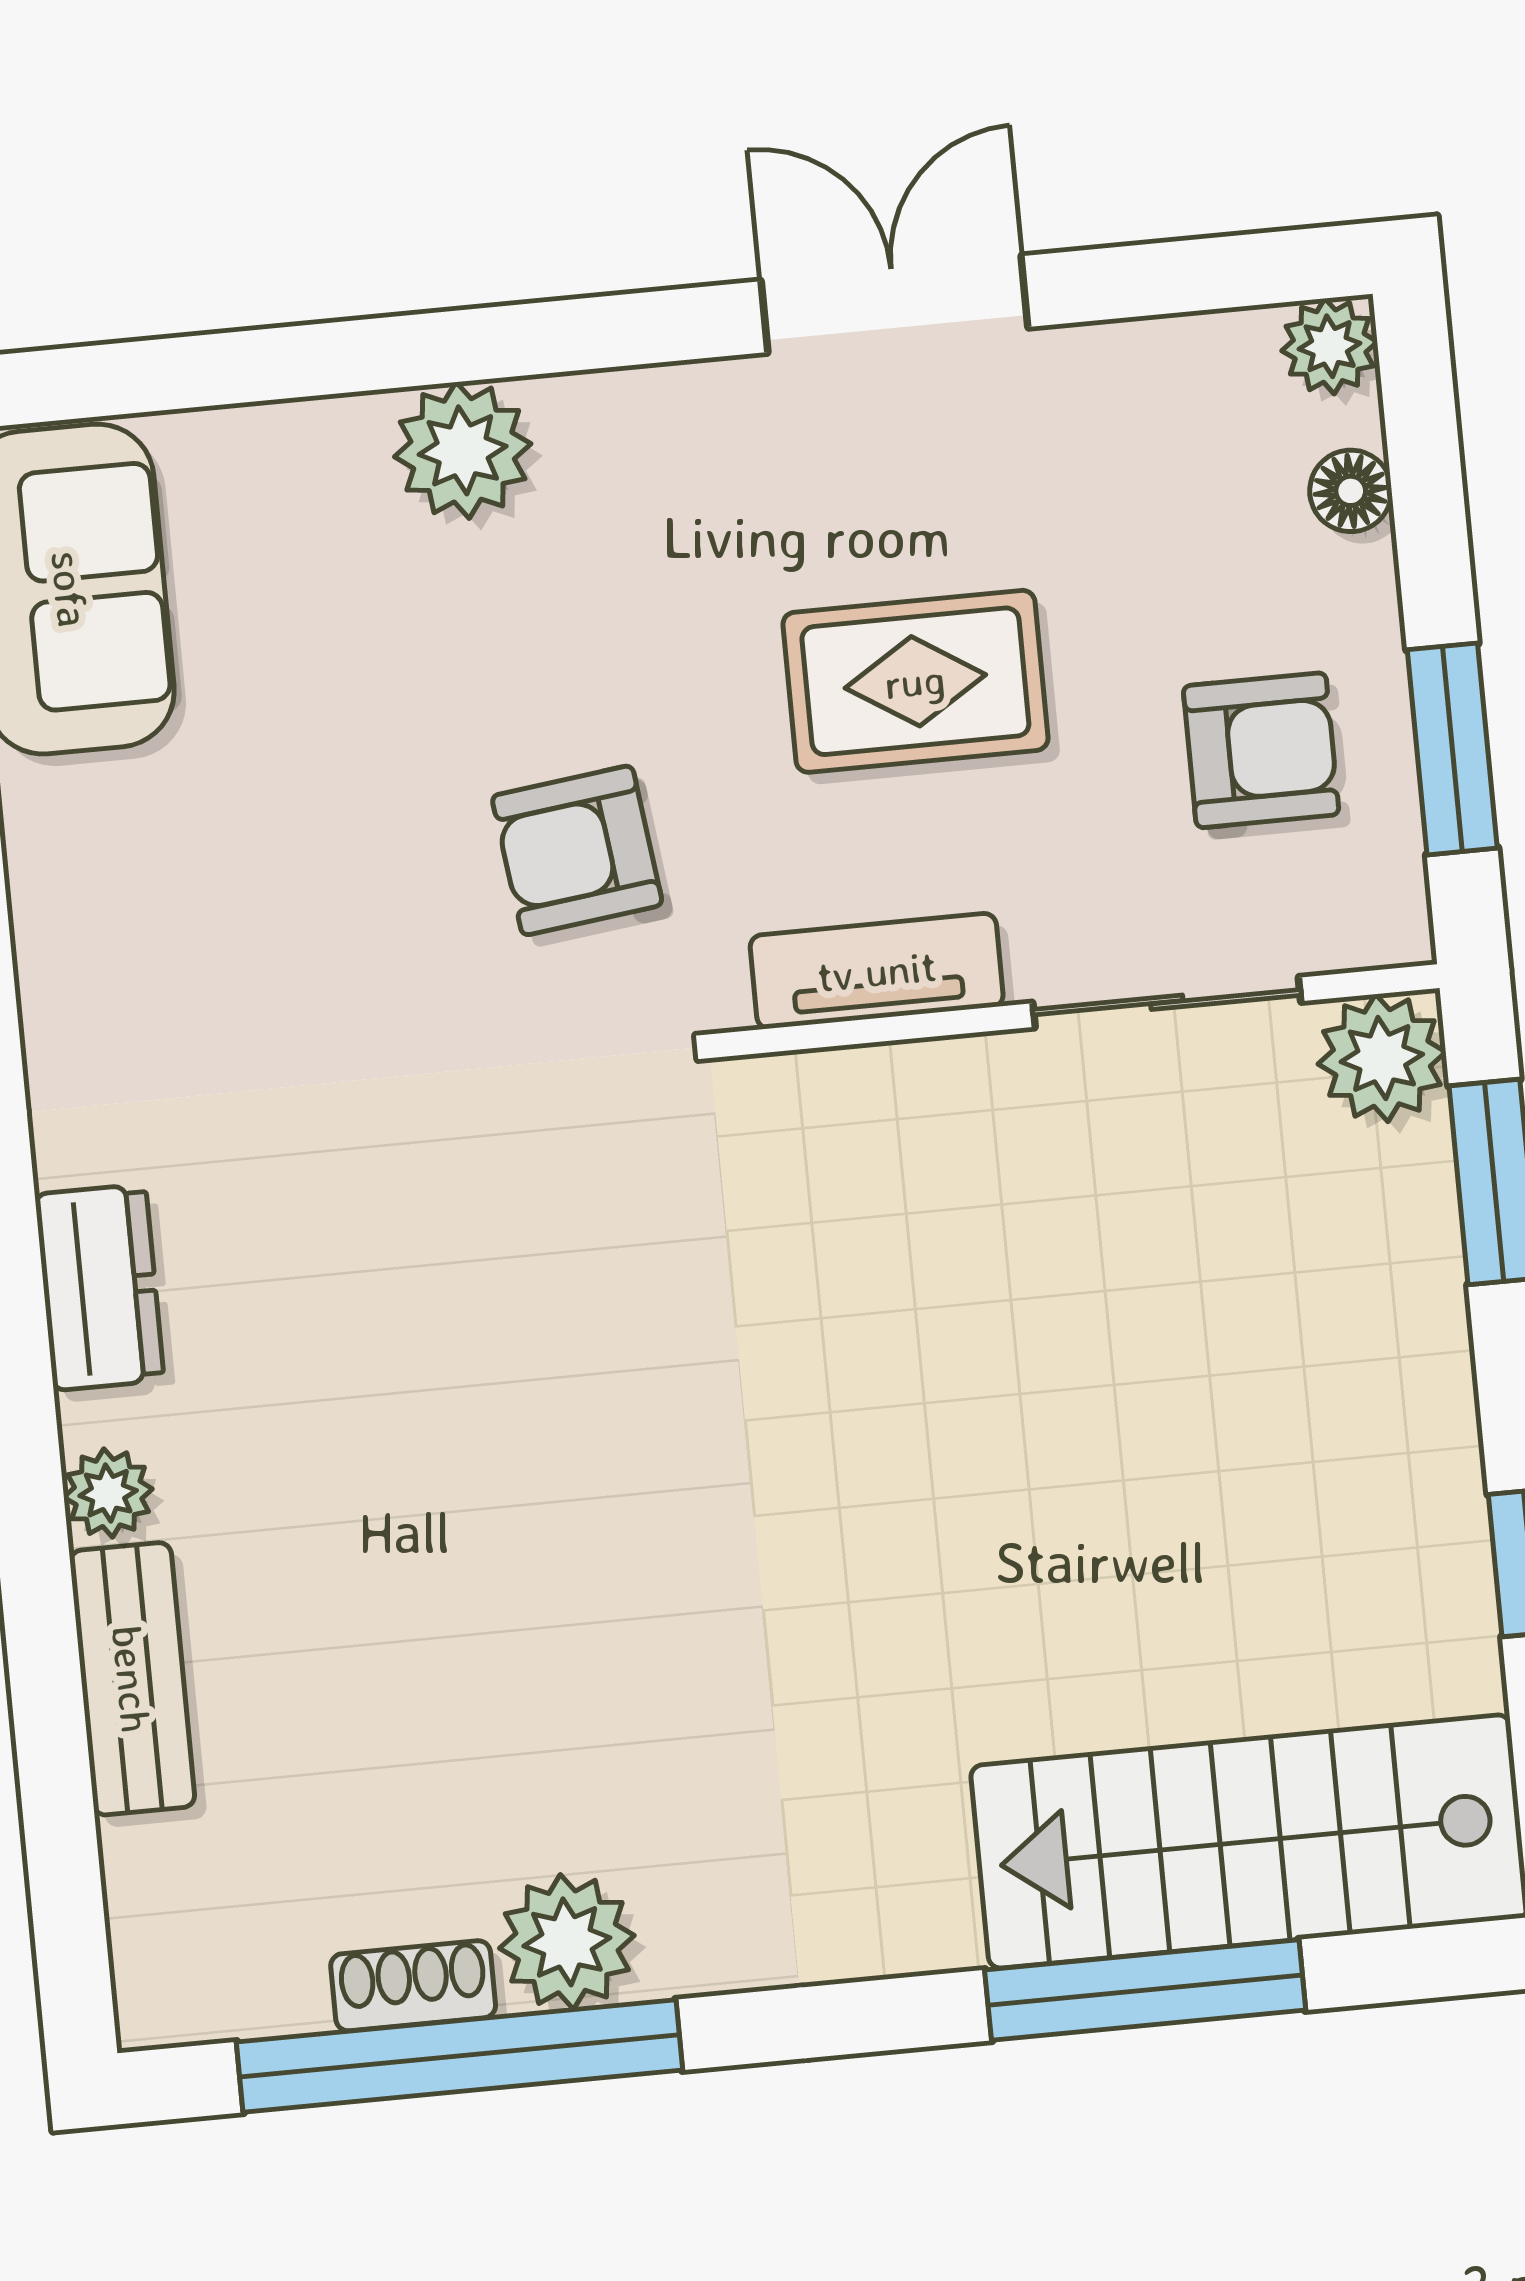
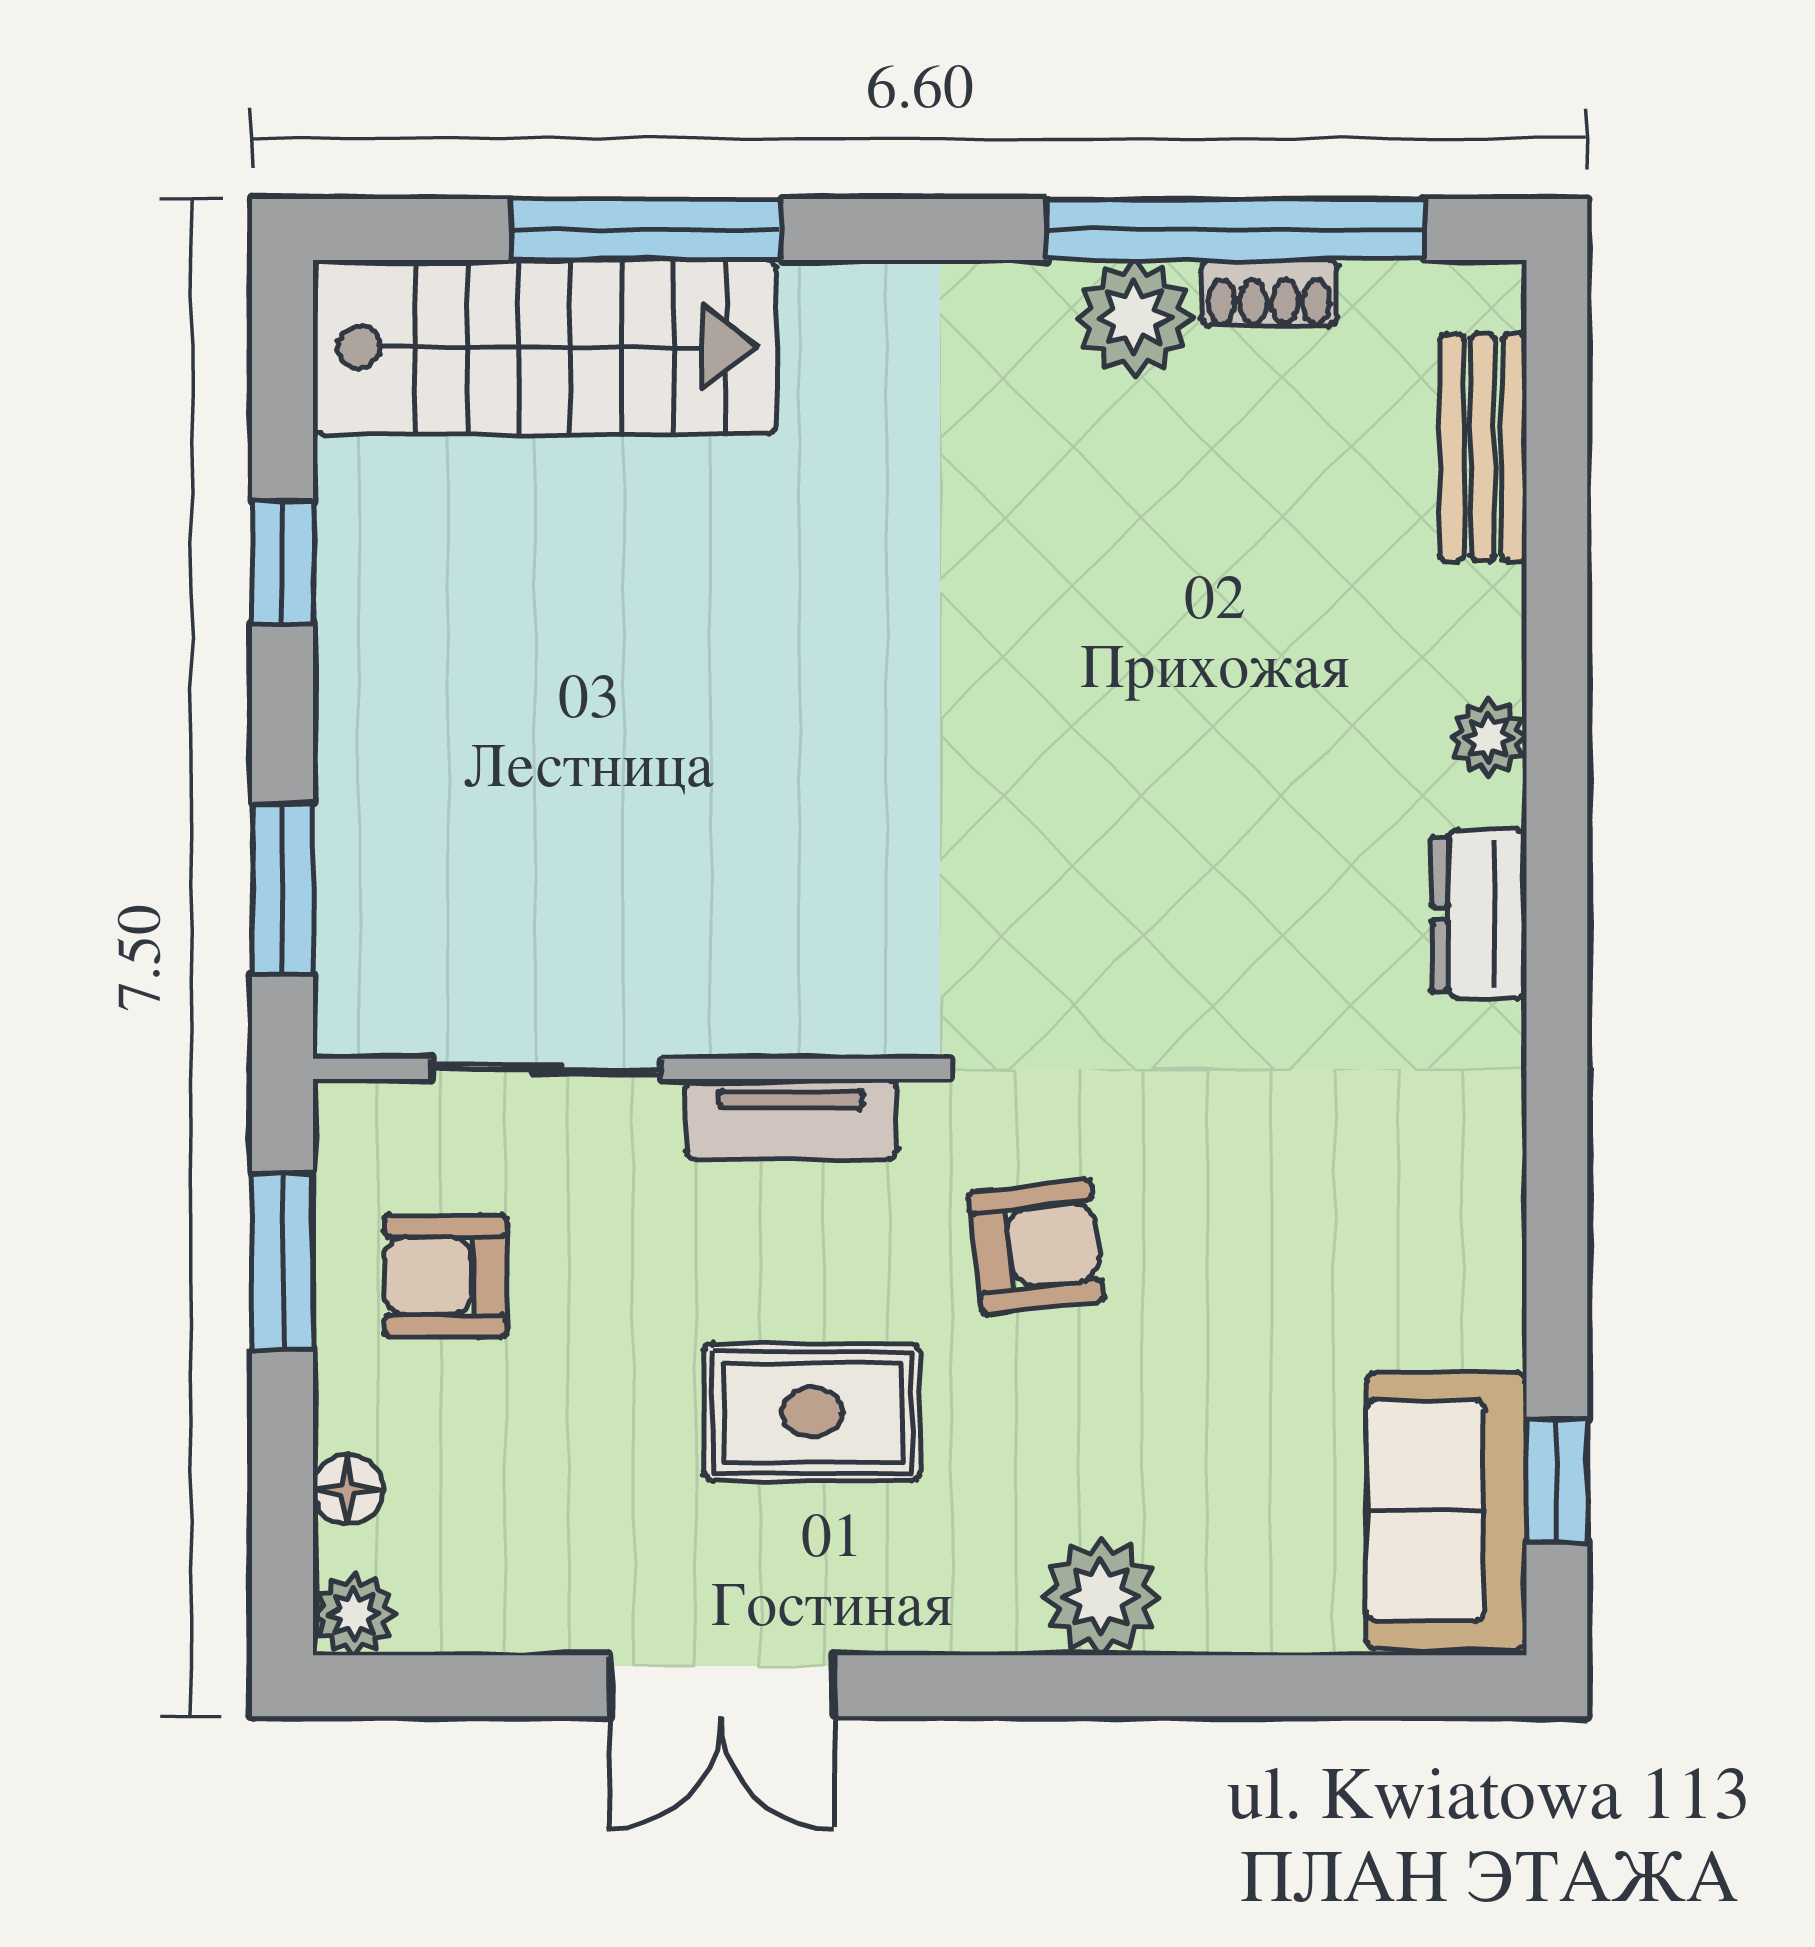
rug: (915, 681) -> (812, 1412), moved
plant: (1382, 1058) -> (368, 1004), removed
bench: (132, 1679) -> (1483, 447), moved

